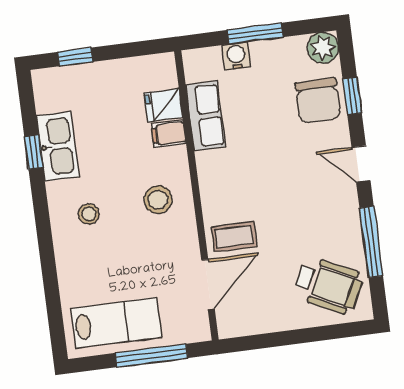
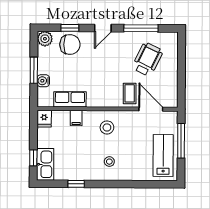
fridge: (164, 105) -> (44, 119), moved
kitchen sink: (58, 146) -> (45, 164), moved, turned 90
wheelchair: (328, 285) -> (147, 59), moved

